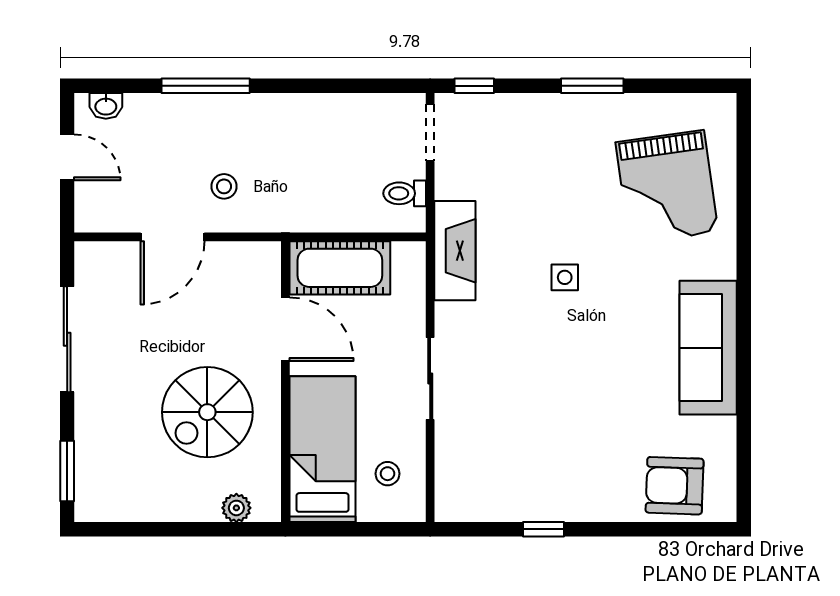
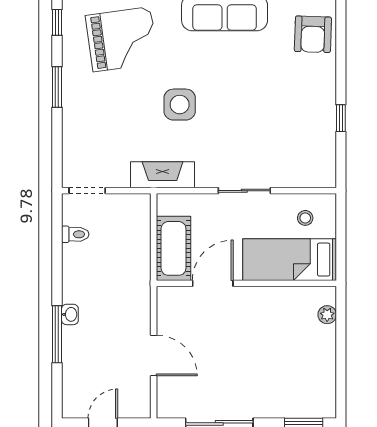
window: (474, 86) -> (57, 22), moved
washbasin: (106, 106) -> (70, 314), moved
stool: (224, 186) -> (121, 323), removed
toilet: (405, 193) -> (75, 234), moved, turned -90
side table: (565, 277) -> (180, 105), width x1.87, depth x1.87
spiral stairs: (207, 412) -> (266, 333), removed

